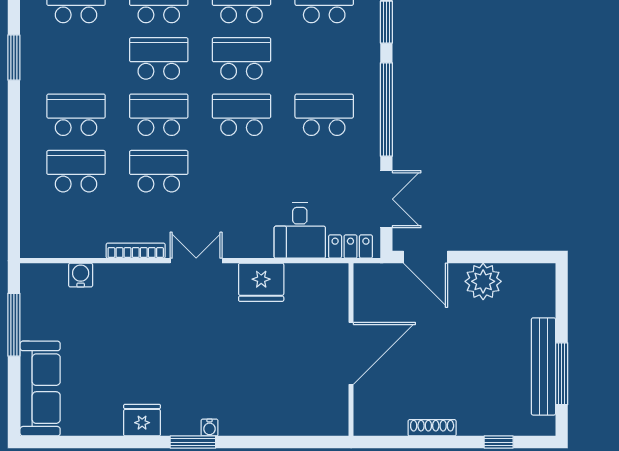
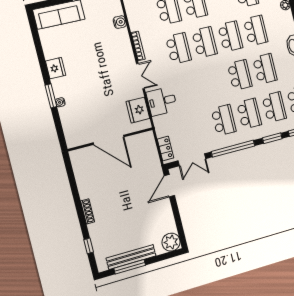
school desk: (241, 115) -> (249, 114), moved
desk: (300, 231) -> (162, 101), moved
plant: (483, 281) -> (171, 242), moved
wall: (351, 350) -> (111, 139), moved
door: (351, 353) -> (109, 140), moved

